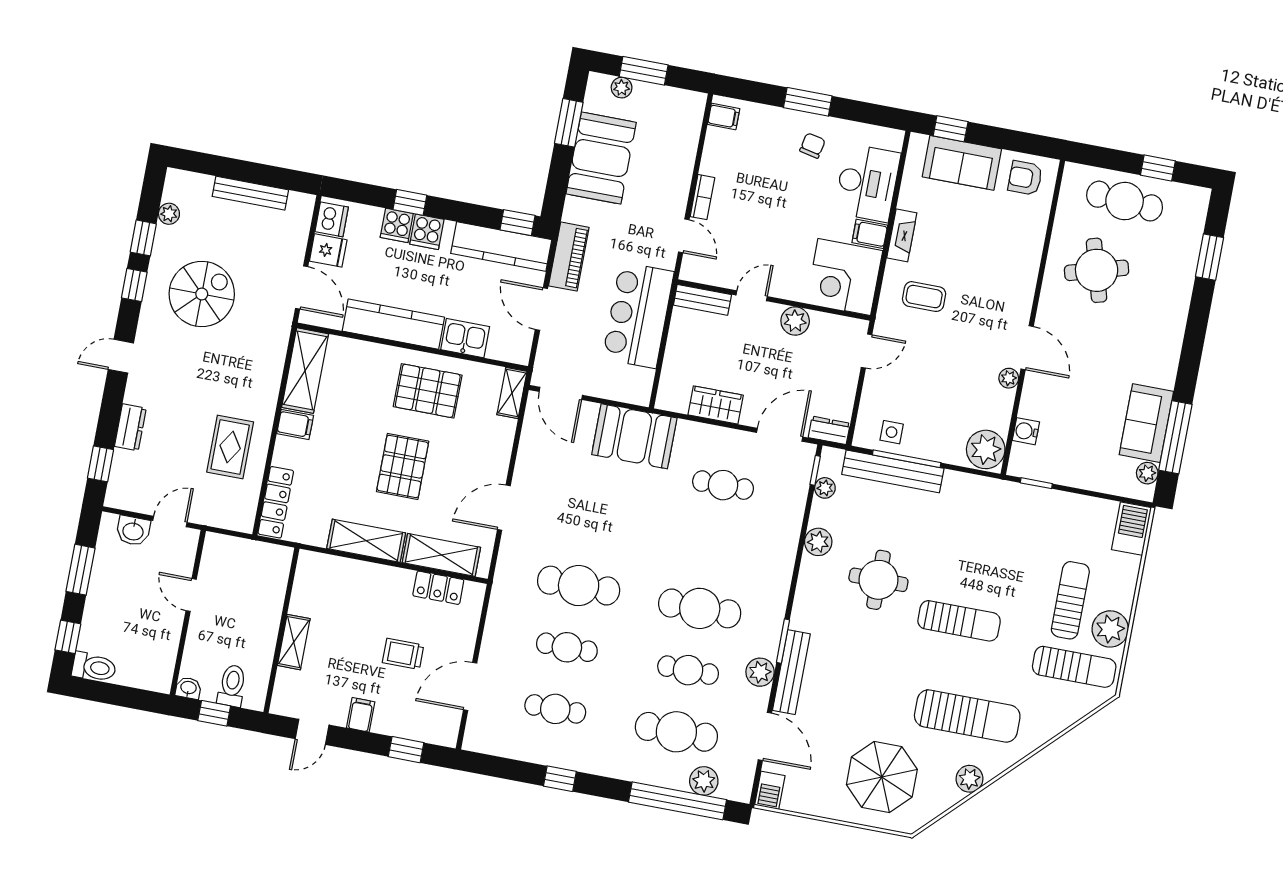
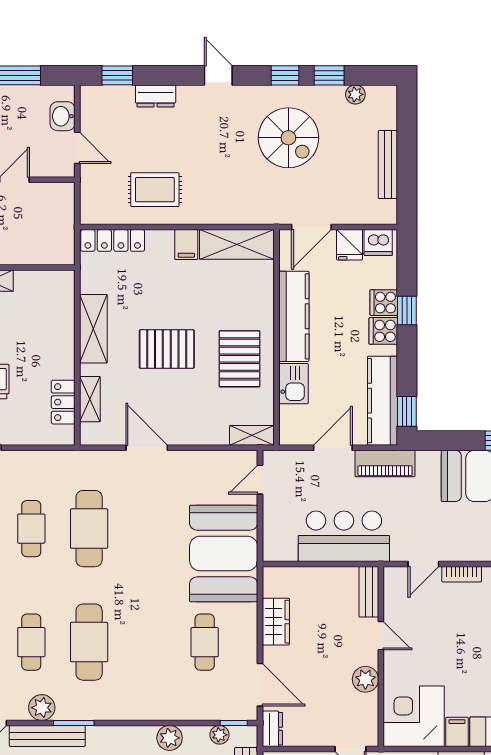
door: (561, 393) -> (260, 480), width x0.73
booth: (634, 436) -> (224, 554), width x1.36, depth x1.42
shelving: (441, 555) -> (90, 399), width x0.67, depth x0.75

